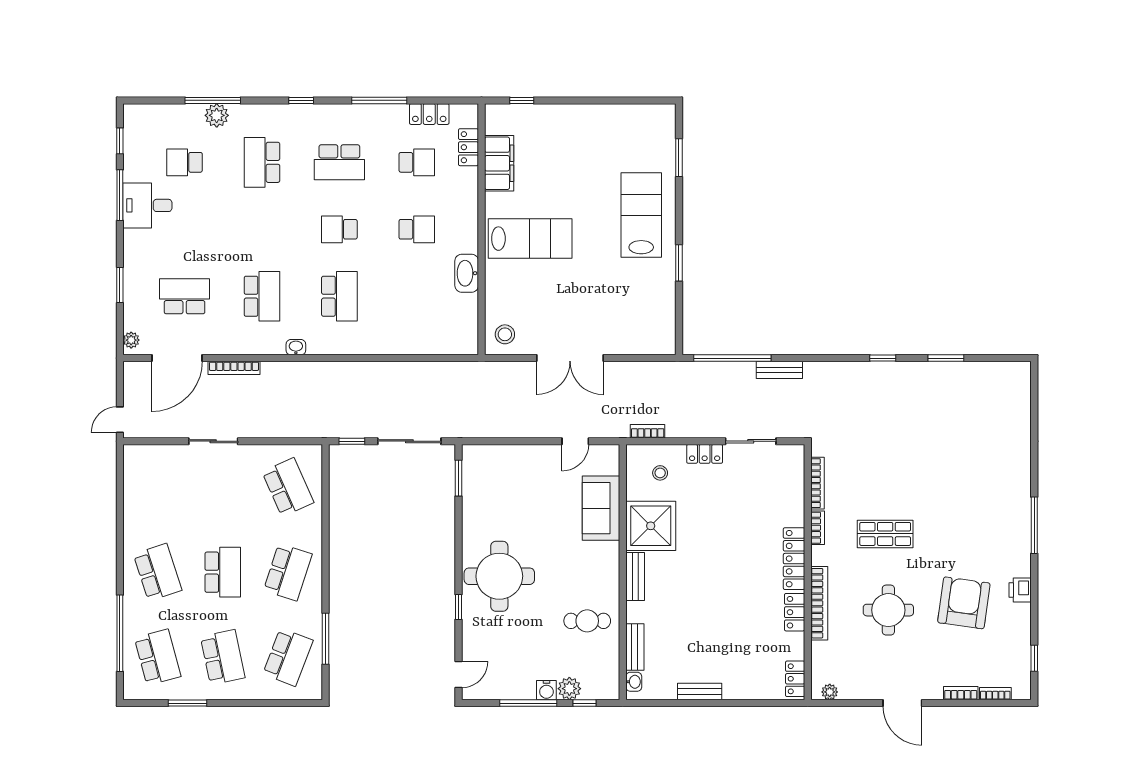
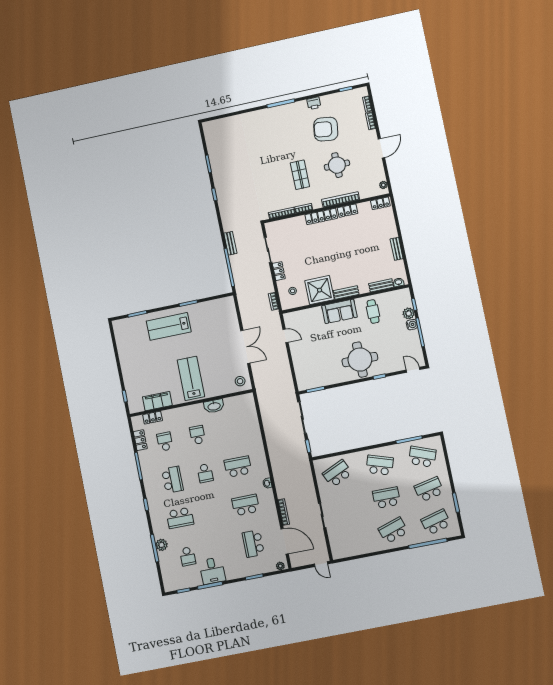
sofa: (601, 508) -> (339, 311), moved

